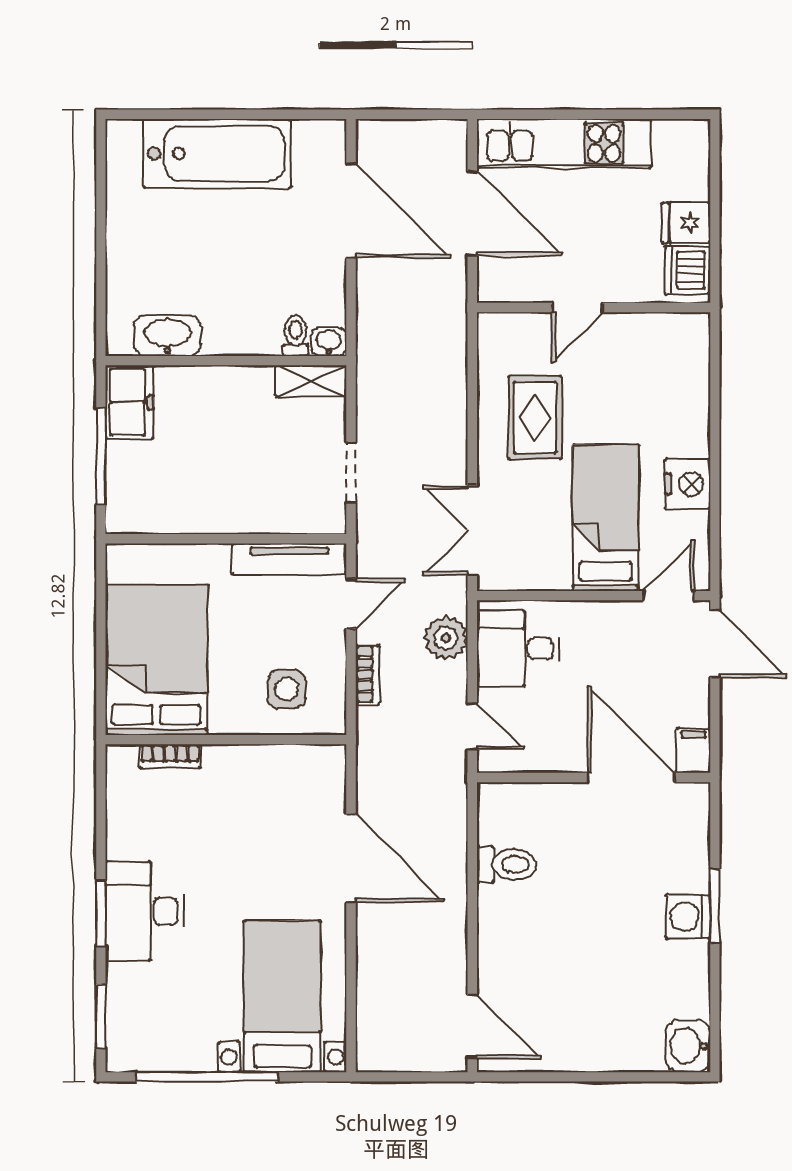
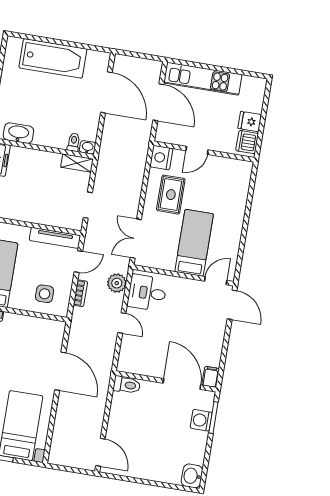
nightstand: (688, 484) -> (161, 158), moved, turned 180
filing cabinet: (693, 750) -> (211, 377), moved
wall: (594, 777) -> (166, 381), moved
door: (631, 777) -> (182, 384), moved

